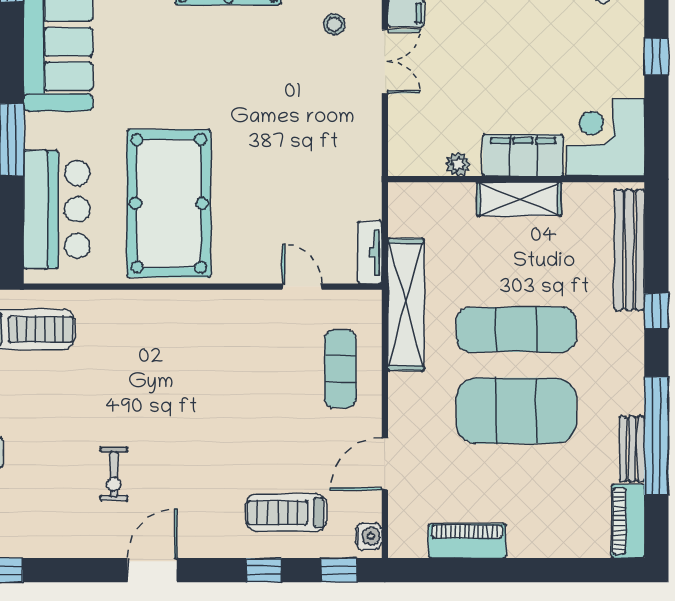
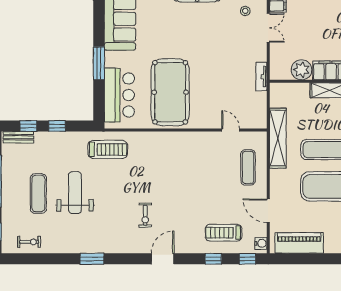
plant: (458, 164) -> (301, 70), width x1.87, depth x1.87
tv unit: (370, 252) -> (261, 77), moved
door: (385, 464) -> (268, 211), hinge flipped
piano: (467, 541) -> (299, 243), width x1.37, depth x1.33

